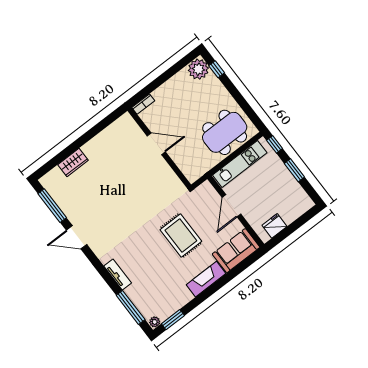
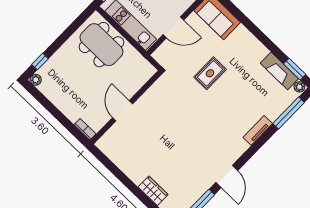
plant: (198, 69) -> (36, 80), width x0.53, depth x0.53
rug: (181, 235) -> (210, 73), width x0.73, depth x0.70
fireplace: (206, 279) -> (279, 71), moved

